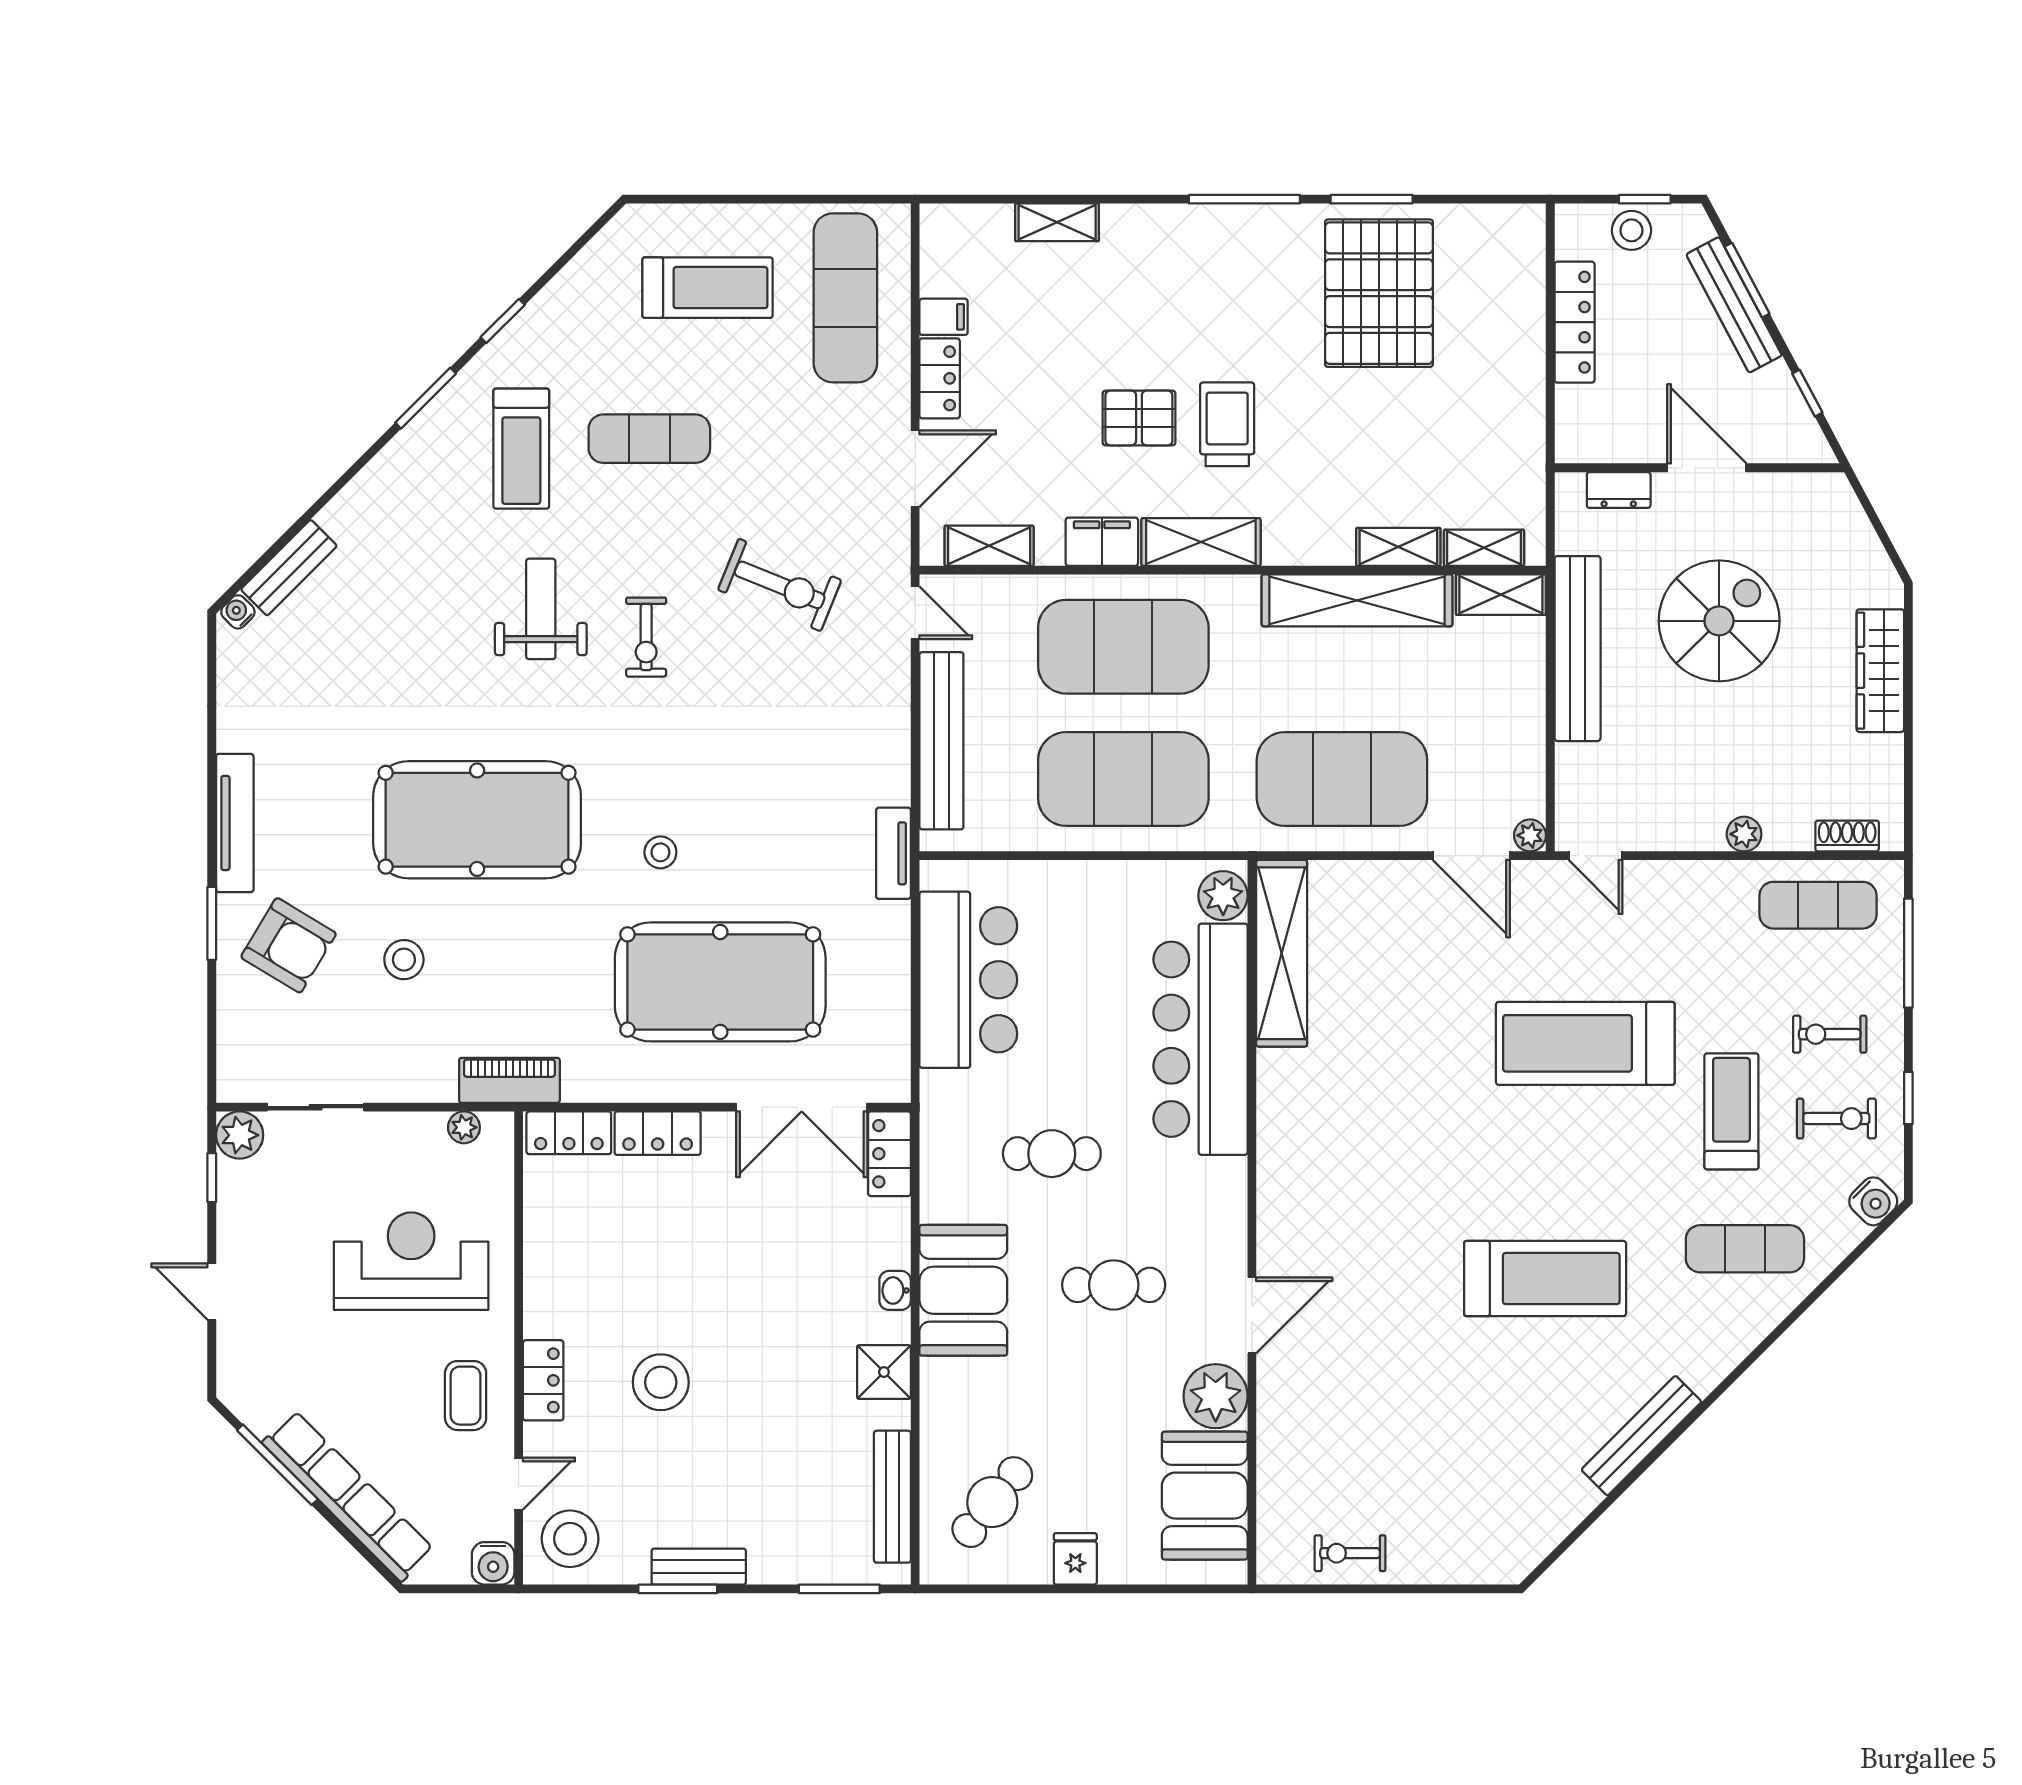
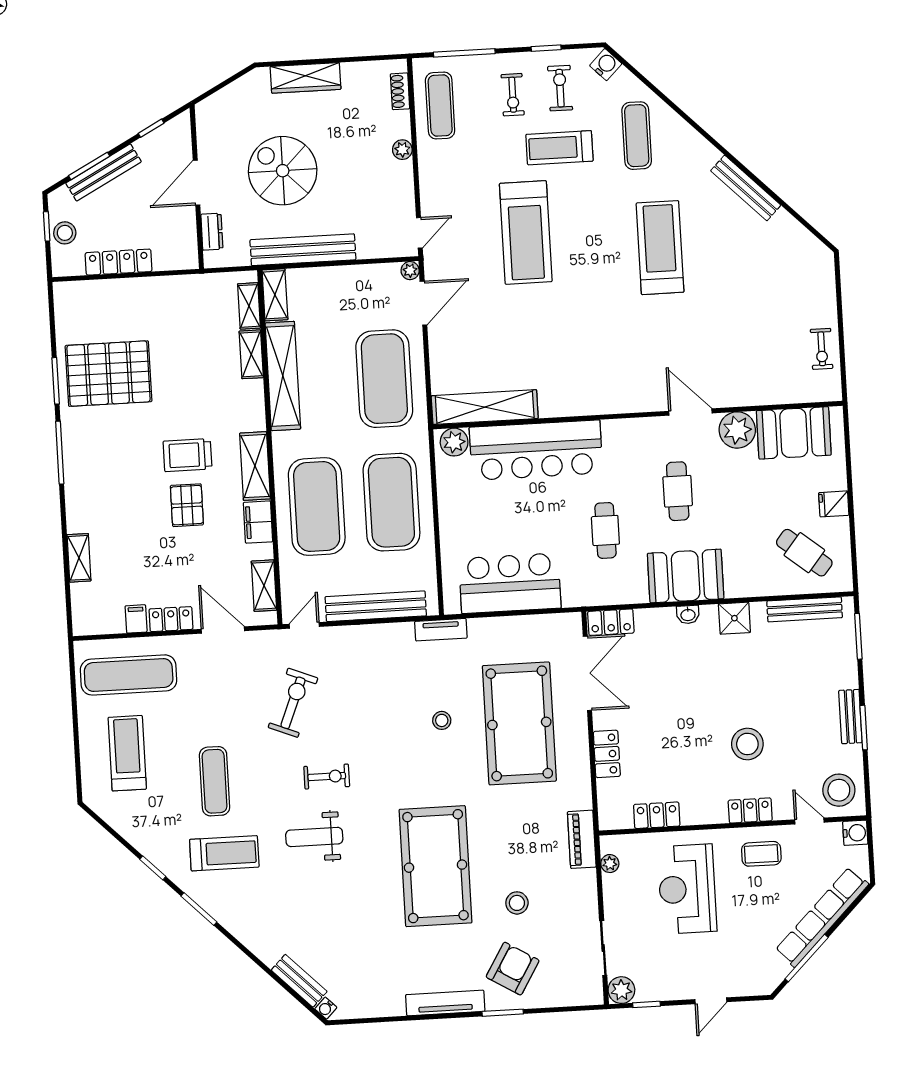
stool: (660, 852) -> (442, 720), moved
locker: (569, 1133) -> (657, 815), moved, turned -90

